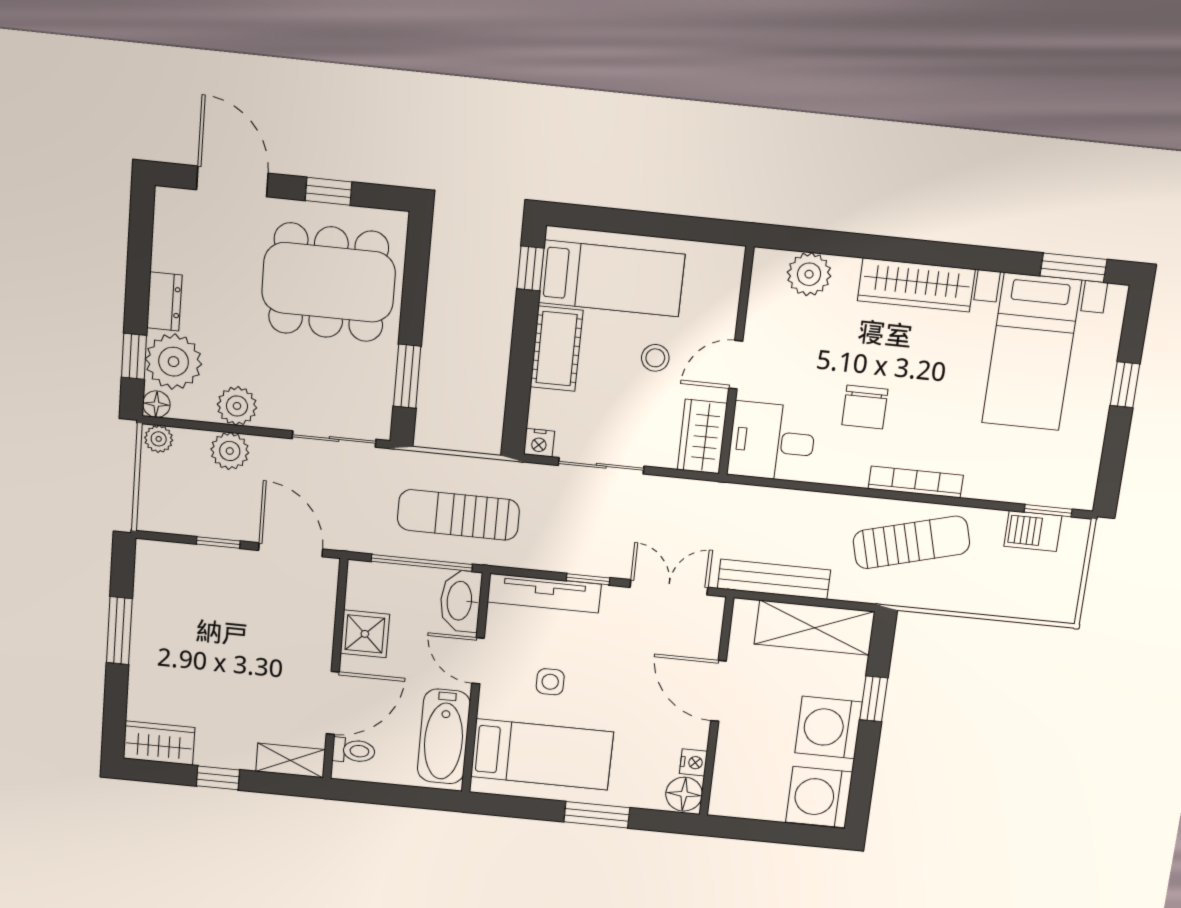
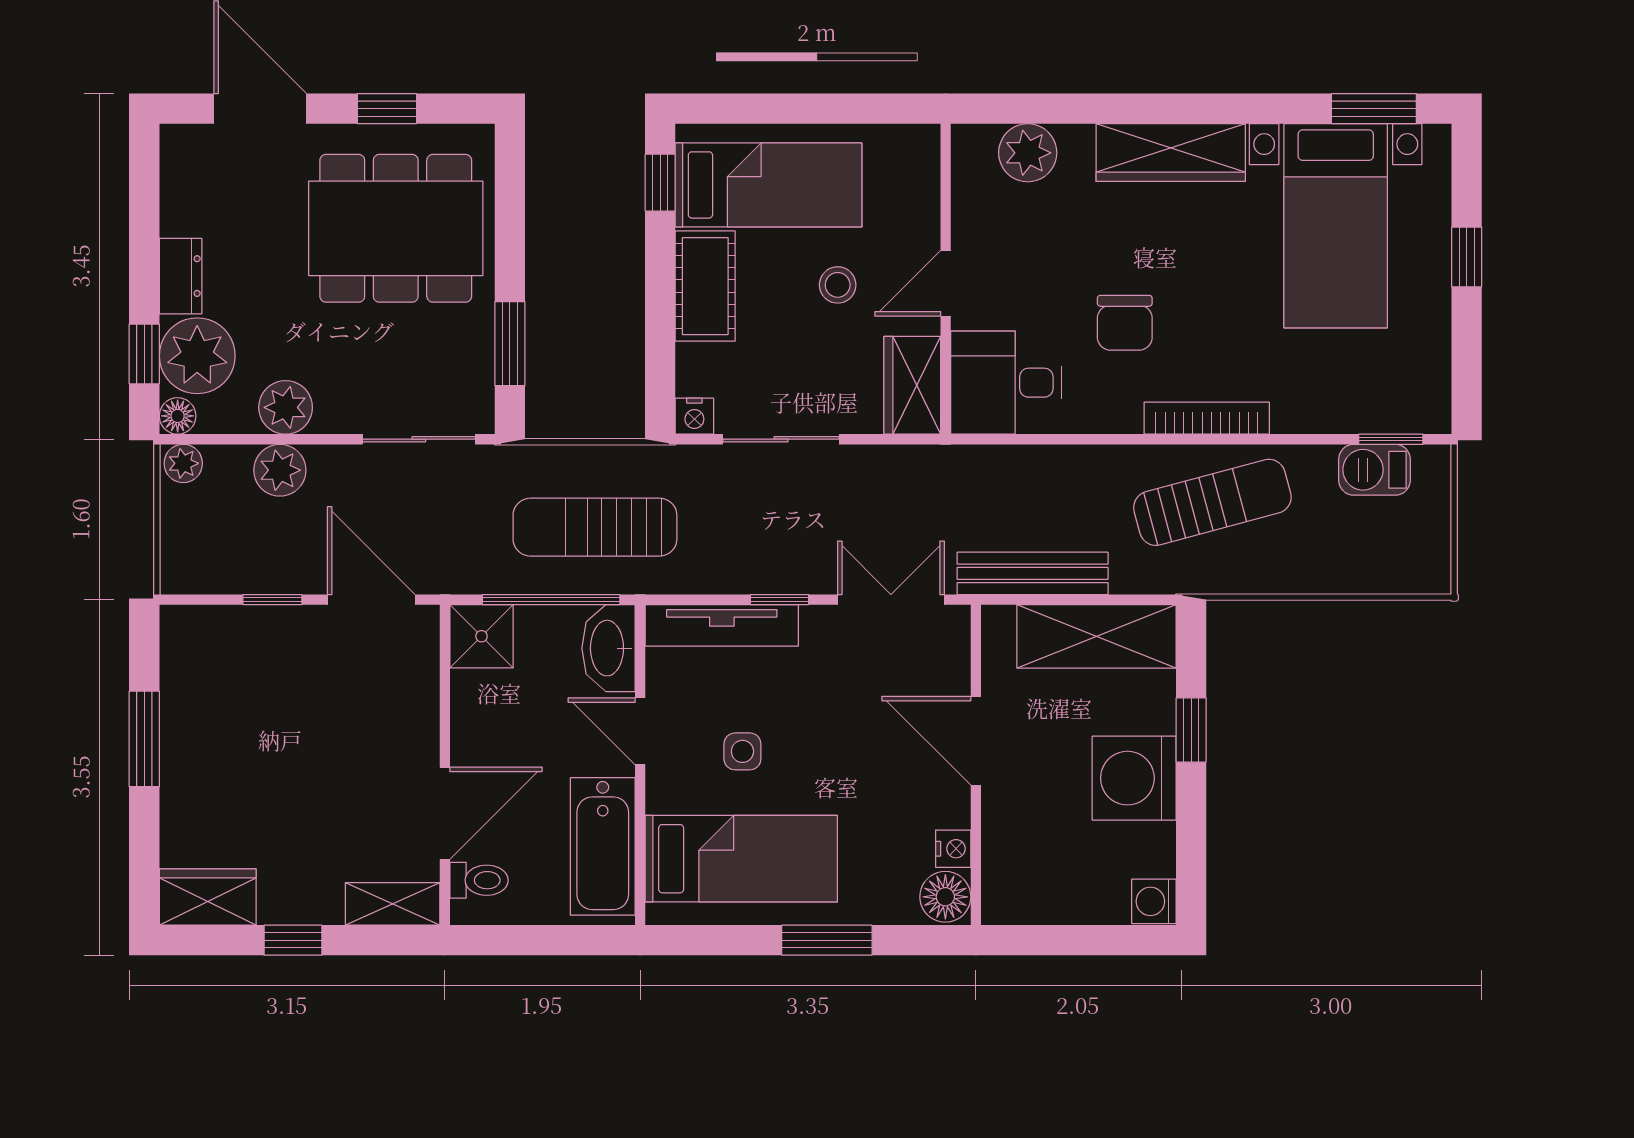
shower: (365, 634) -> (481, 636), moved
washing machine: (819, 797) -> (1154, 901), width x0.53, depth x0.53

